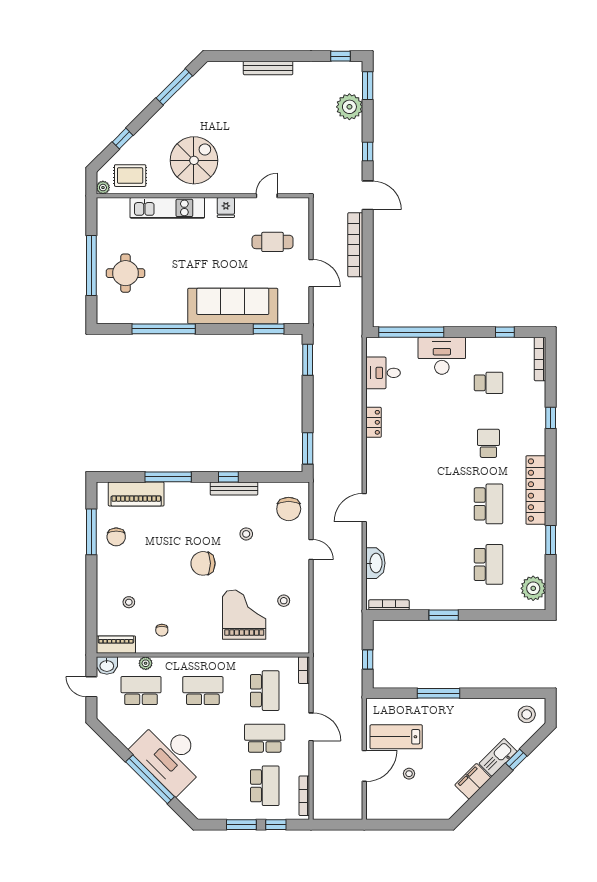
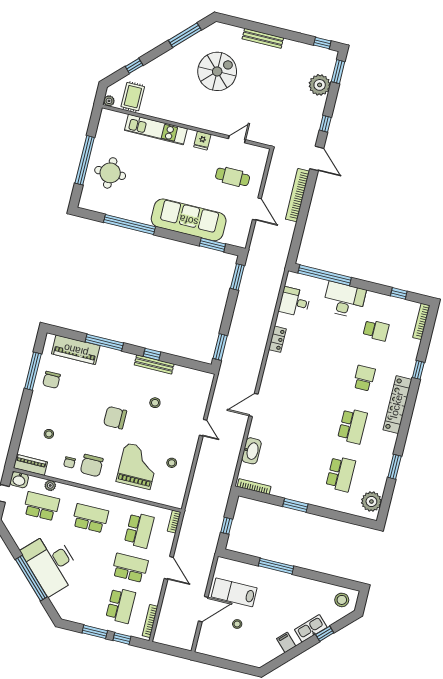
spiral stairs: (194, 160) -> (217, 71), moved
rug: (130, 176) -> (133, 97), turned 90
locker: (536, 490) -> (397, 405), moved
chair: (289, 509) -> (92, 466), moved
filing cabinet: (473, 781) -> (286, 642), width x0.50

